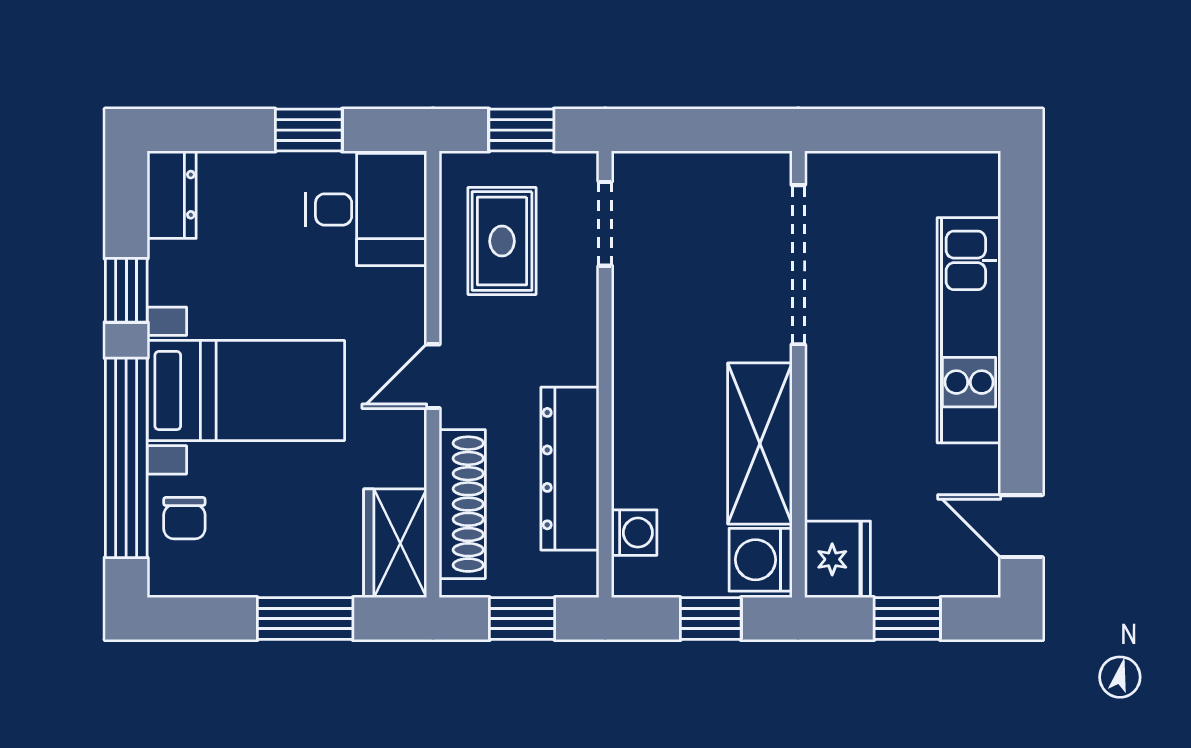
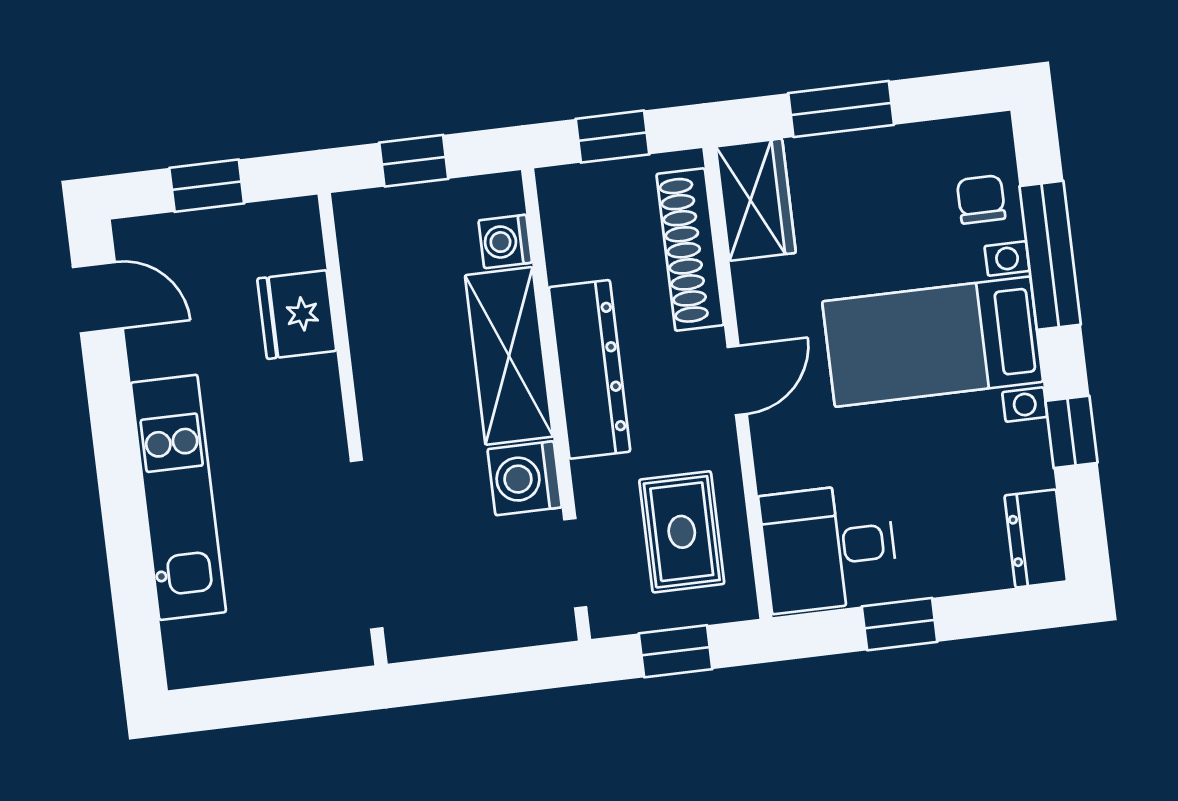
shelving: (760, 444) -> (509, 356), moved
window: (126, 458) -> (1050, 255), width x0.68
dresser: (570, 469) -> (590, 369), moved
fridge: (838, 559) -> (297, 315), moved
washing machine: (761, 560) -> (525, 478), moved, turned 180

